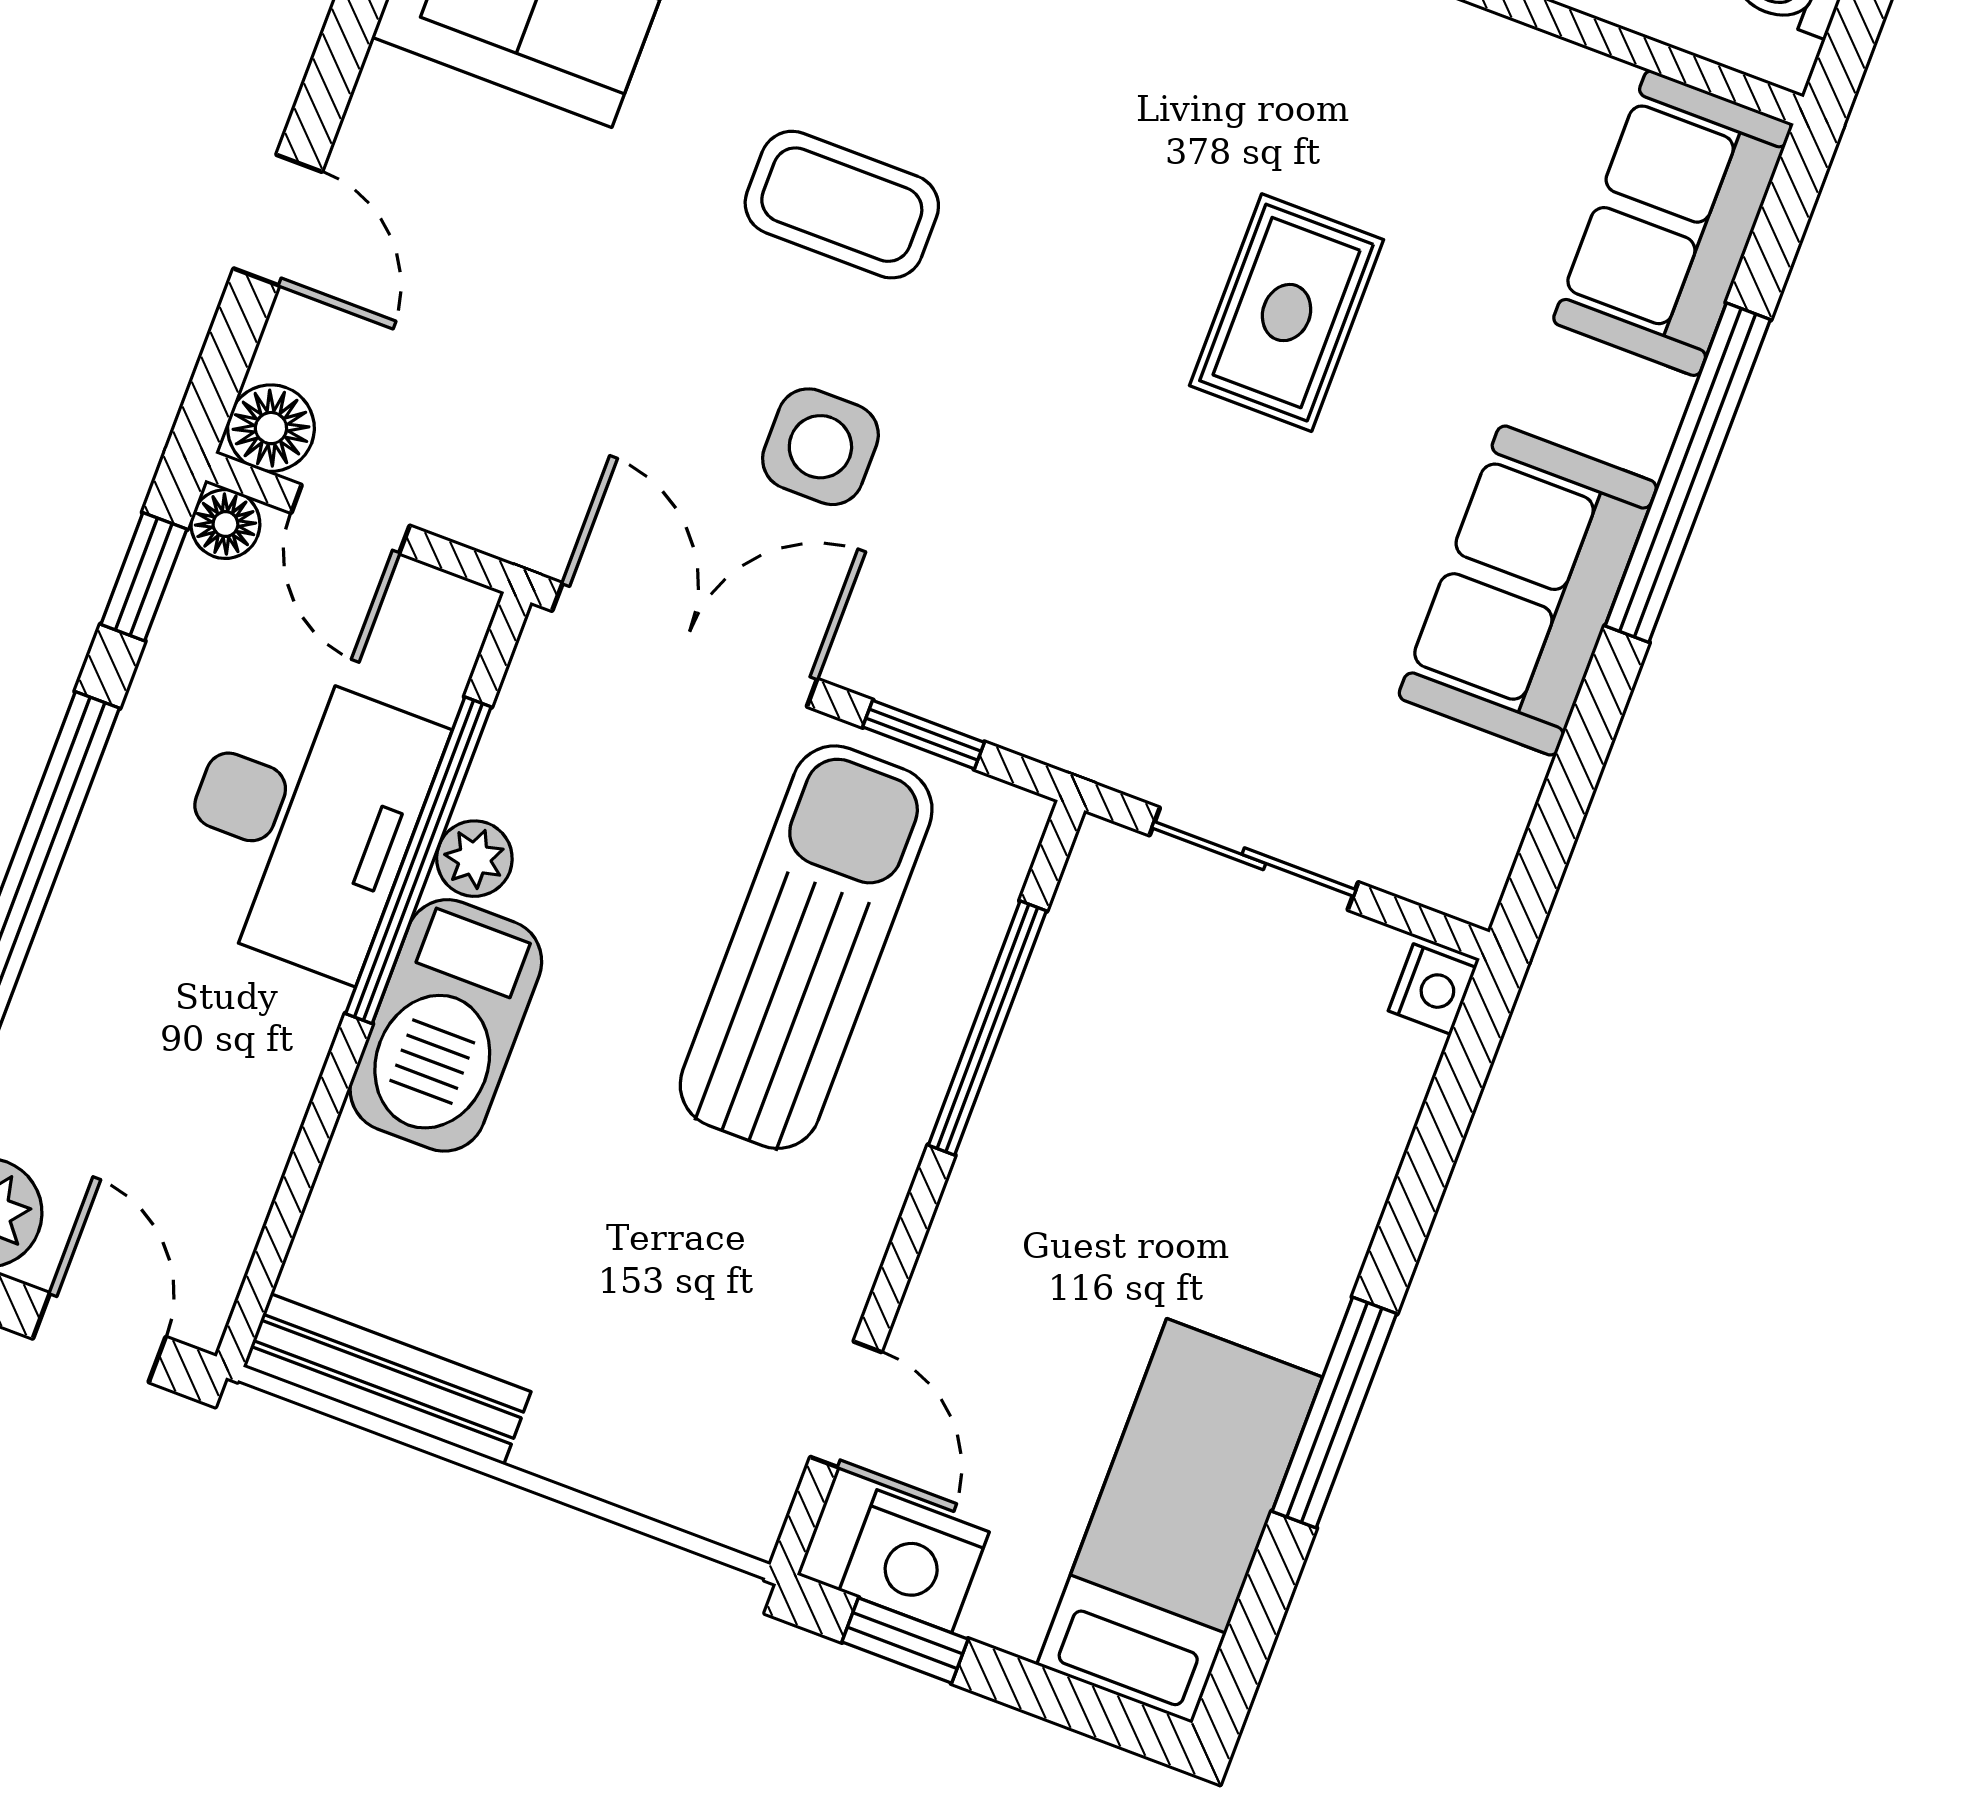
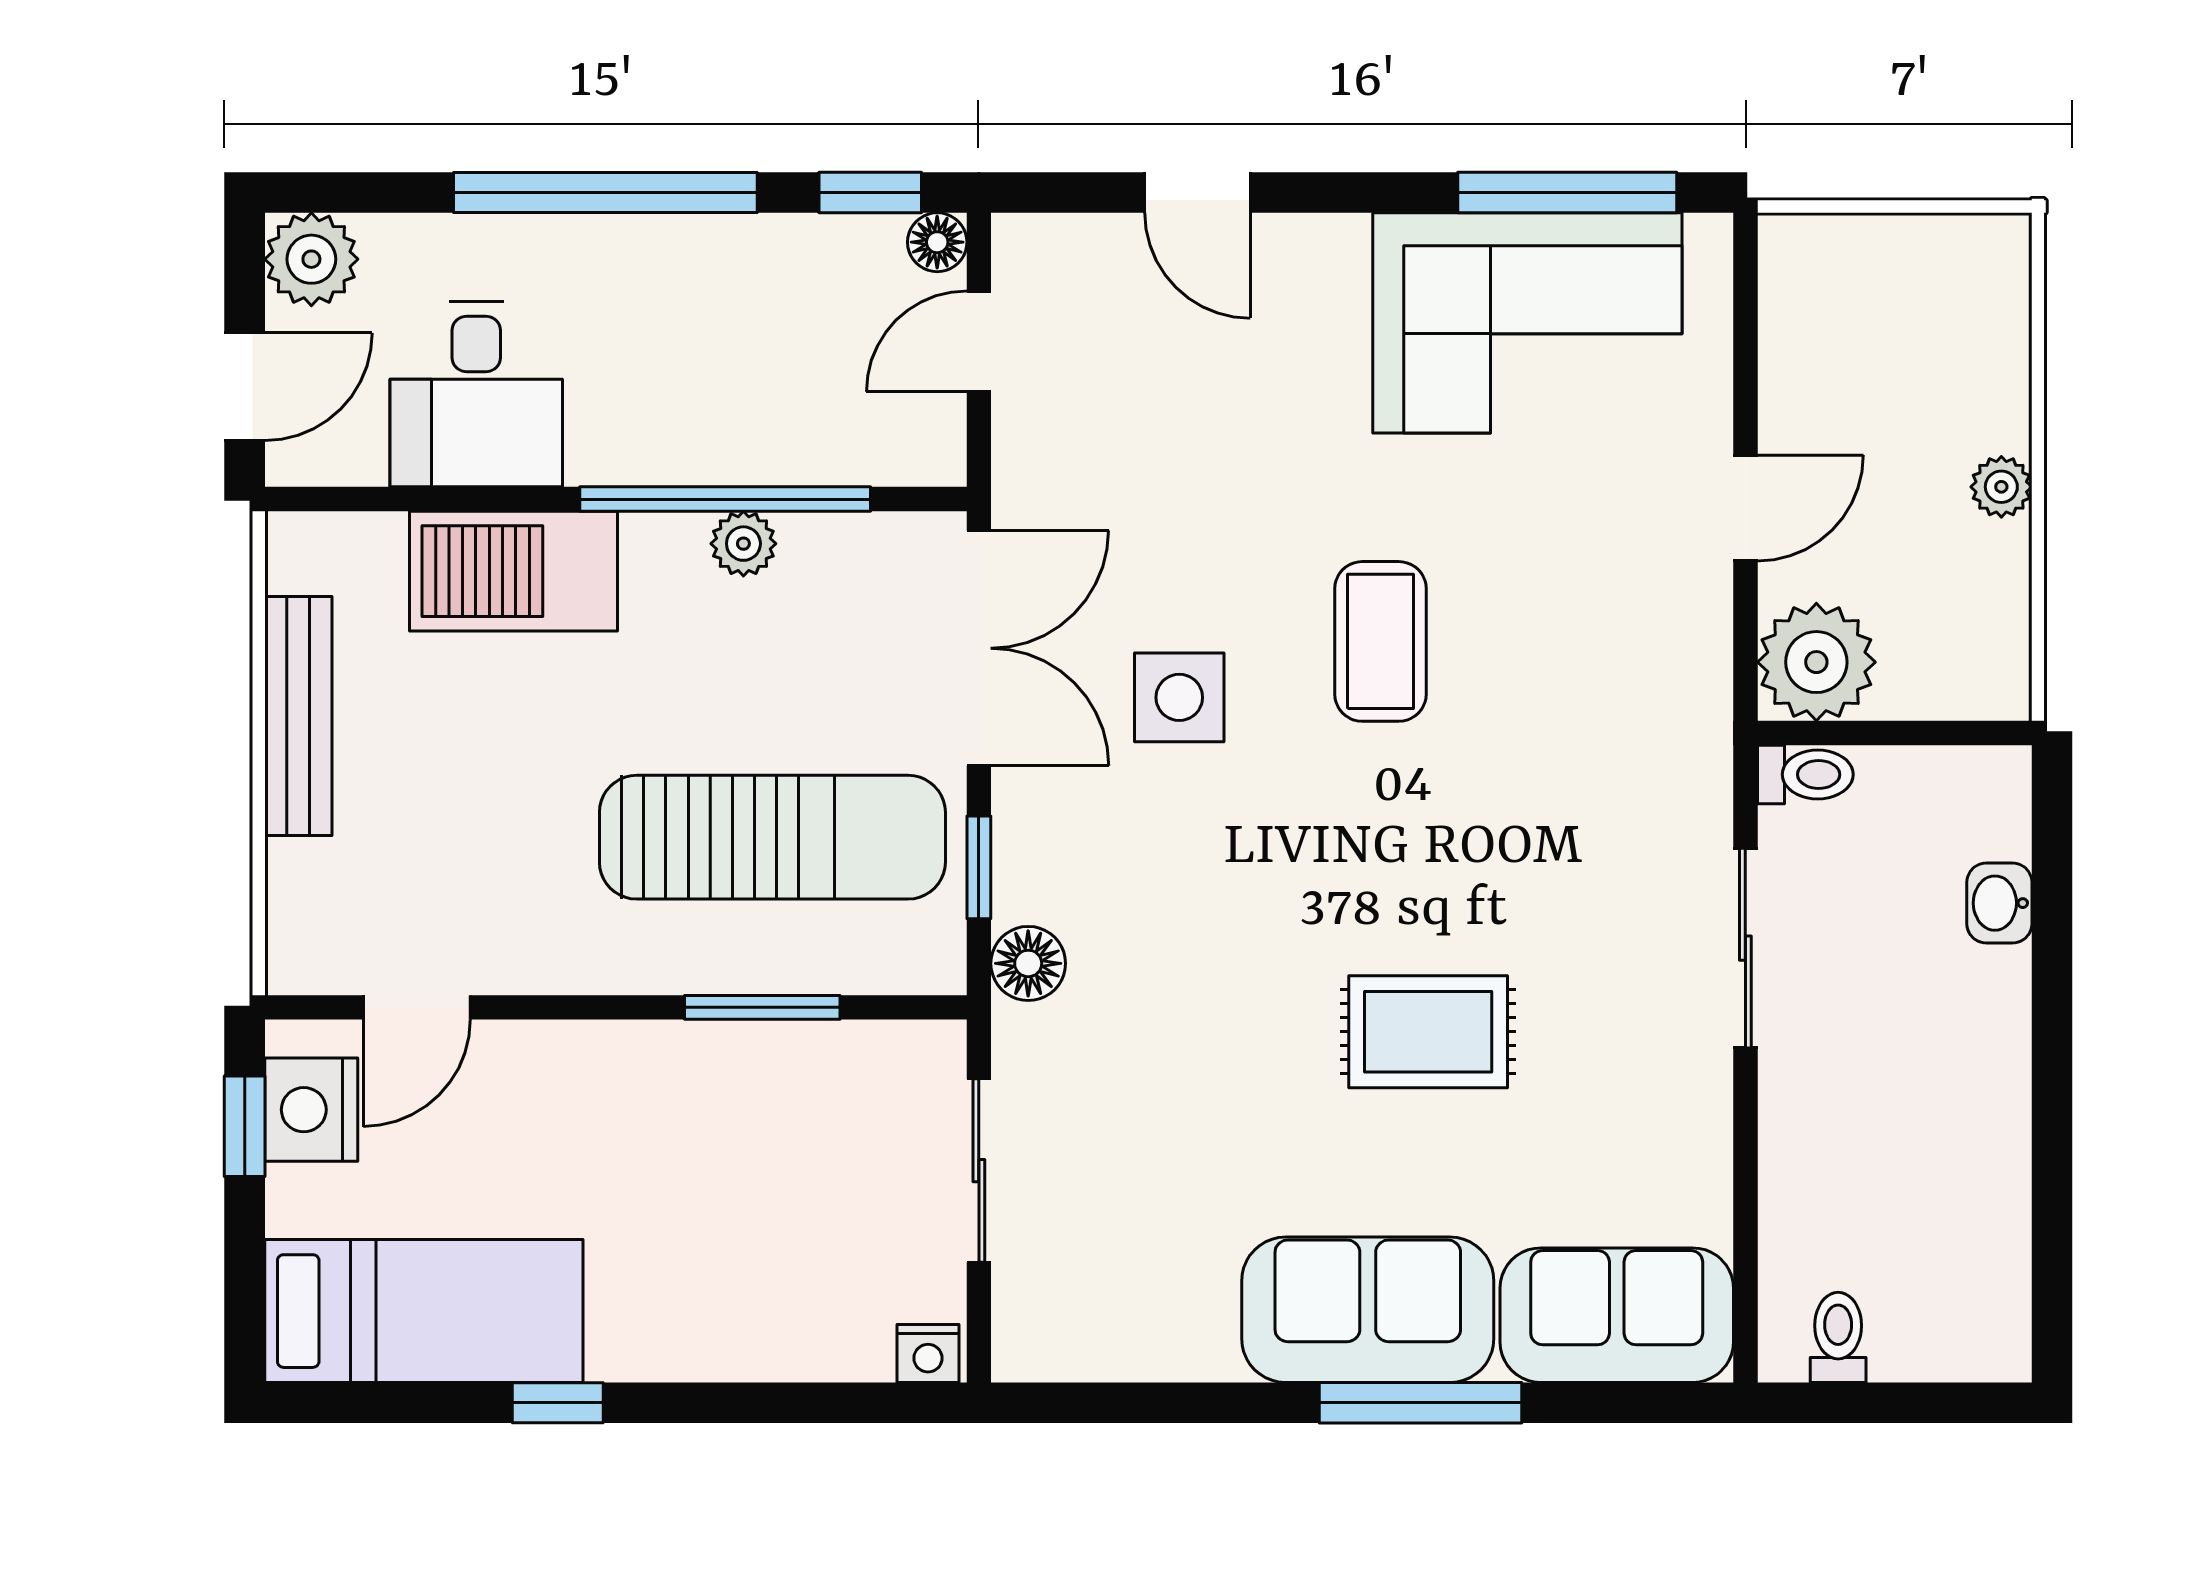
door: (278, 220) -> (1197, 192), hinge flipped
floor lamp: (271, 428) -> (1028, 963), moved
window: (1688, 473) -> (1421, 1403), width x0.68
sofa: (1528, 591) -> (1368, 1310), moved
desk: (303, 820) -> (476, 394), moved, width x0.73
barbecue: (446, 1025) -> (514, 571), moved
window: (987, 1028) -> (762, 1007), width x0.69
bench: (387, 1379) -> (298, 716), moved
window: (1334, 1413) -> (558, 1403), width x0.46

